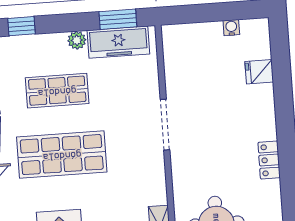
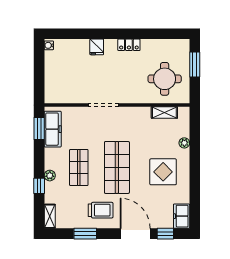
water cooler: (231, 28) -> (49, 45), moved
plant: (77, 40) -> (50, 176), moved
fridge: (259, 72) -> (97, 47), moved

